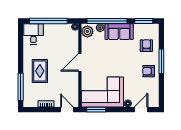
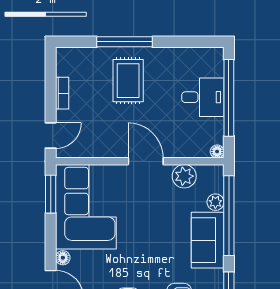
plant: (87, 31) -> (184, 176), moved
desk: (33, 34) -> (203, 97), moved
rug: (40, 71) -> (128, 81), turned 90
window: (21, 87) -> (125, 42), moved

